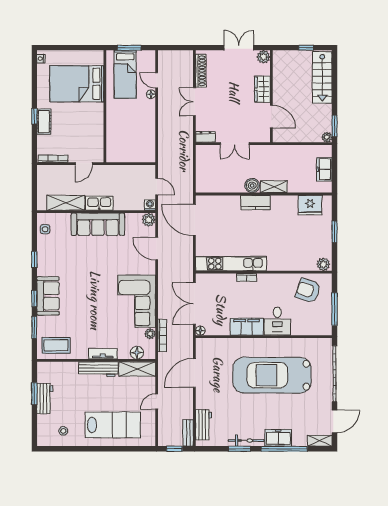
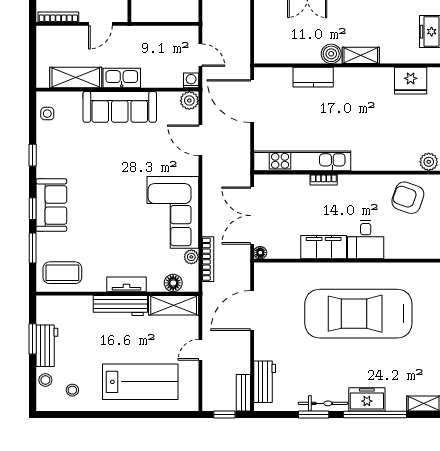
kitchen counter: (256, 203) -> (313, 77), moved
stool: (44, 424) -> (45, 380), added

